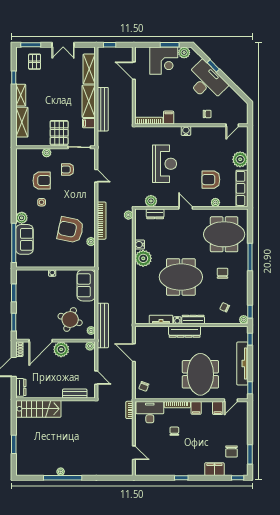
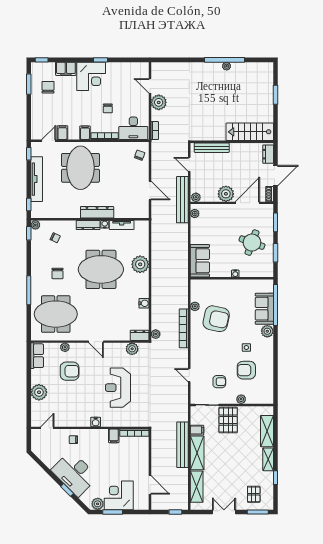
row of seats: (242, 188) -> (37, 356), width x0.68
dresser: (155, 214) -> (140, 335), moved
plant: (143, 258) -> (140, 264), moved
round table: (70, 319) -> (252, 243), moved
bench: (103, 326) -> (182, 200), moved
bench: (75, 394) -> (212, 148), width x1.36
plant: (126, 437) -> (159, 102), added
corner desk: (190, 462) -> (91, 76), added

